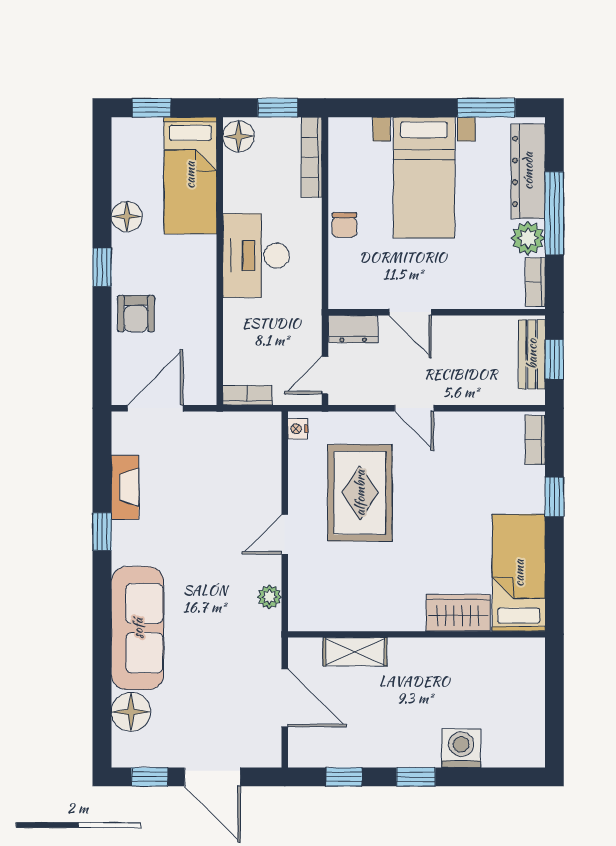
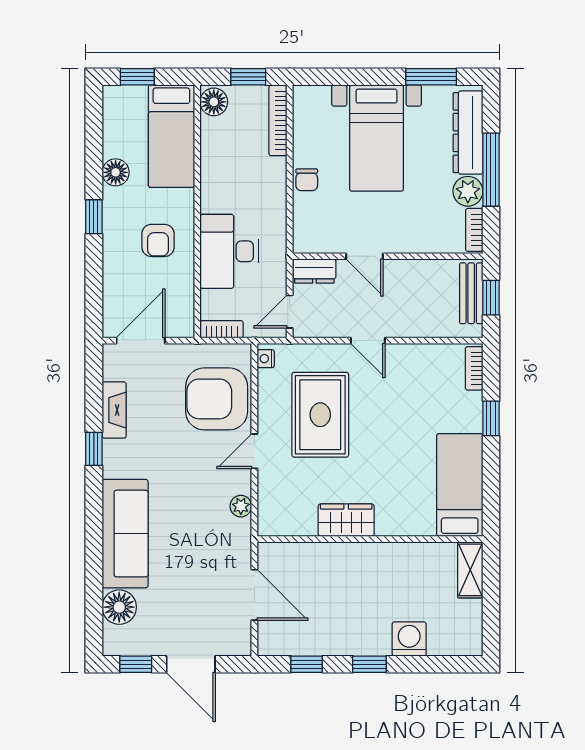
desk: (256, 256) -> (229, 251), moved
armchair: (136, 314) -> (158, 240), moved
armchair: (242, 475) -> (217, 399), added
wardrobe: (458, 613) -> (346, 520), moved
shelving: (355, 652) -> (470, 570), moved, turned 90

